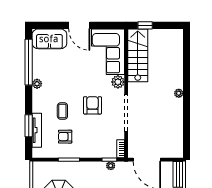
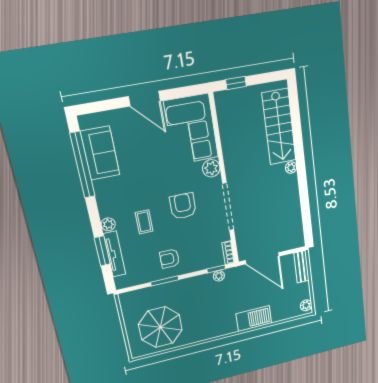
sofa: (49, 39) -> (100, 153), moved, turned -90
stairs: (138, 55) -> (279, 127), moved, turned 180
plant: (37, 84) -> (108, 224), moved
armchair: (65, 137) -> (170, 259), moved

